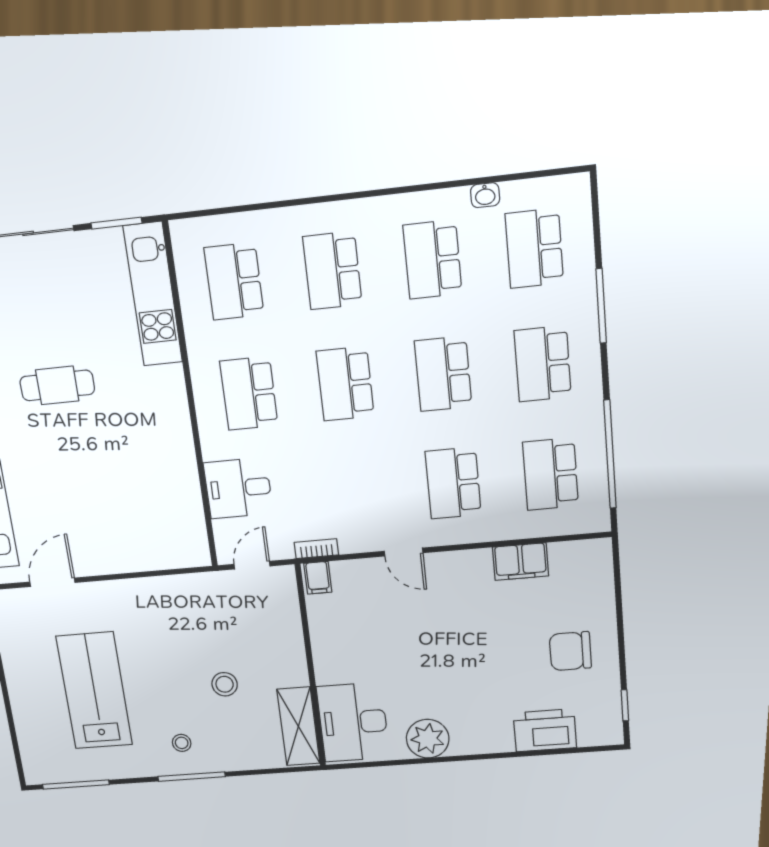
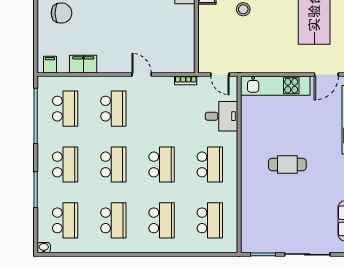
washbasin: (485, 195) -> (44, 248), moved
kitchen unit: (153, 294) -> (275, 86), moved, turned 90
cafe table: (57, 385) -> (287, 165), moved
door: (252, 565) -> (220, 74), hinge flipped
filing cabinet: (318, 578) -> (50, 65), moved

